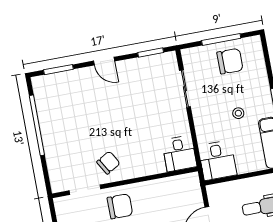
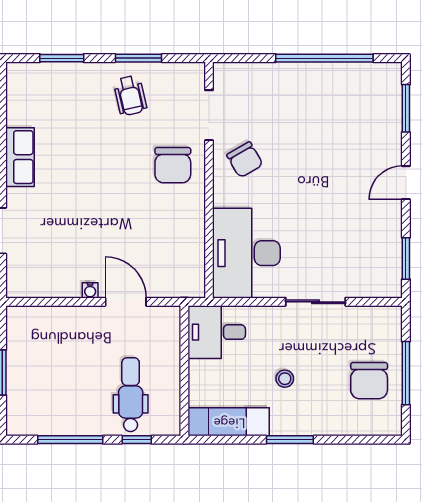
sliding door: (185, 89) -> (316, 302), moved
desk: (179, 153) -> (246, 253), width x1.87, depth x1.30

